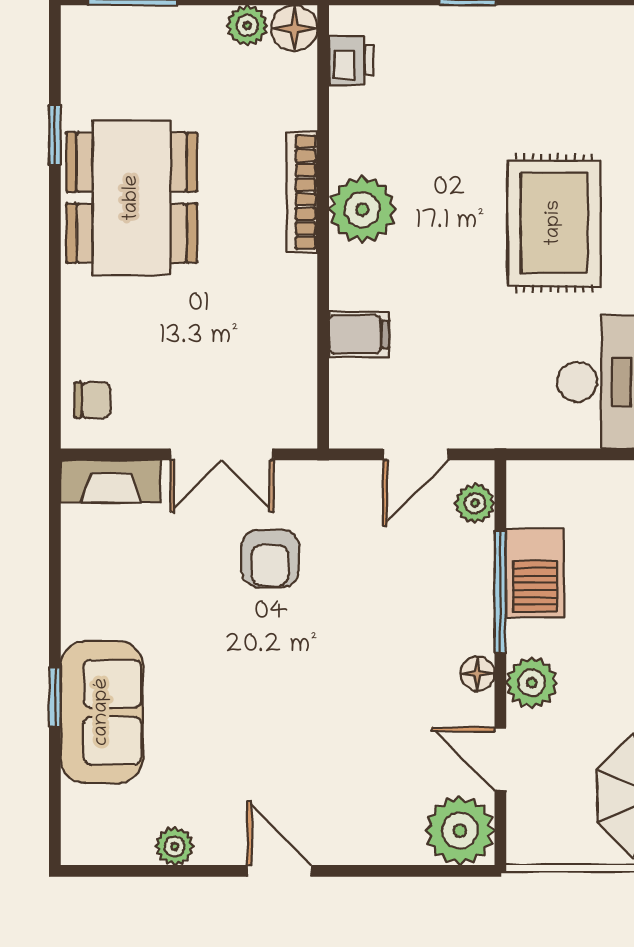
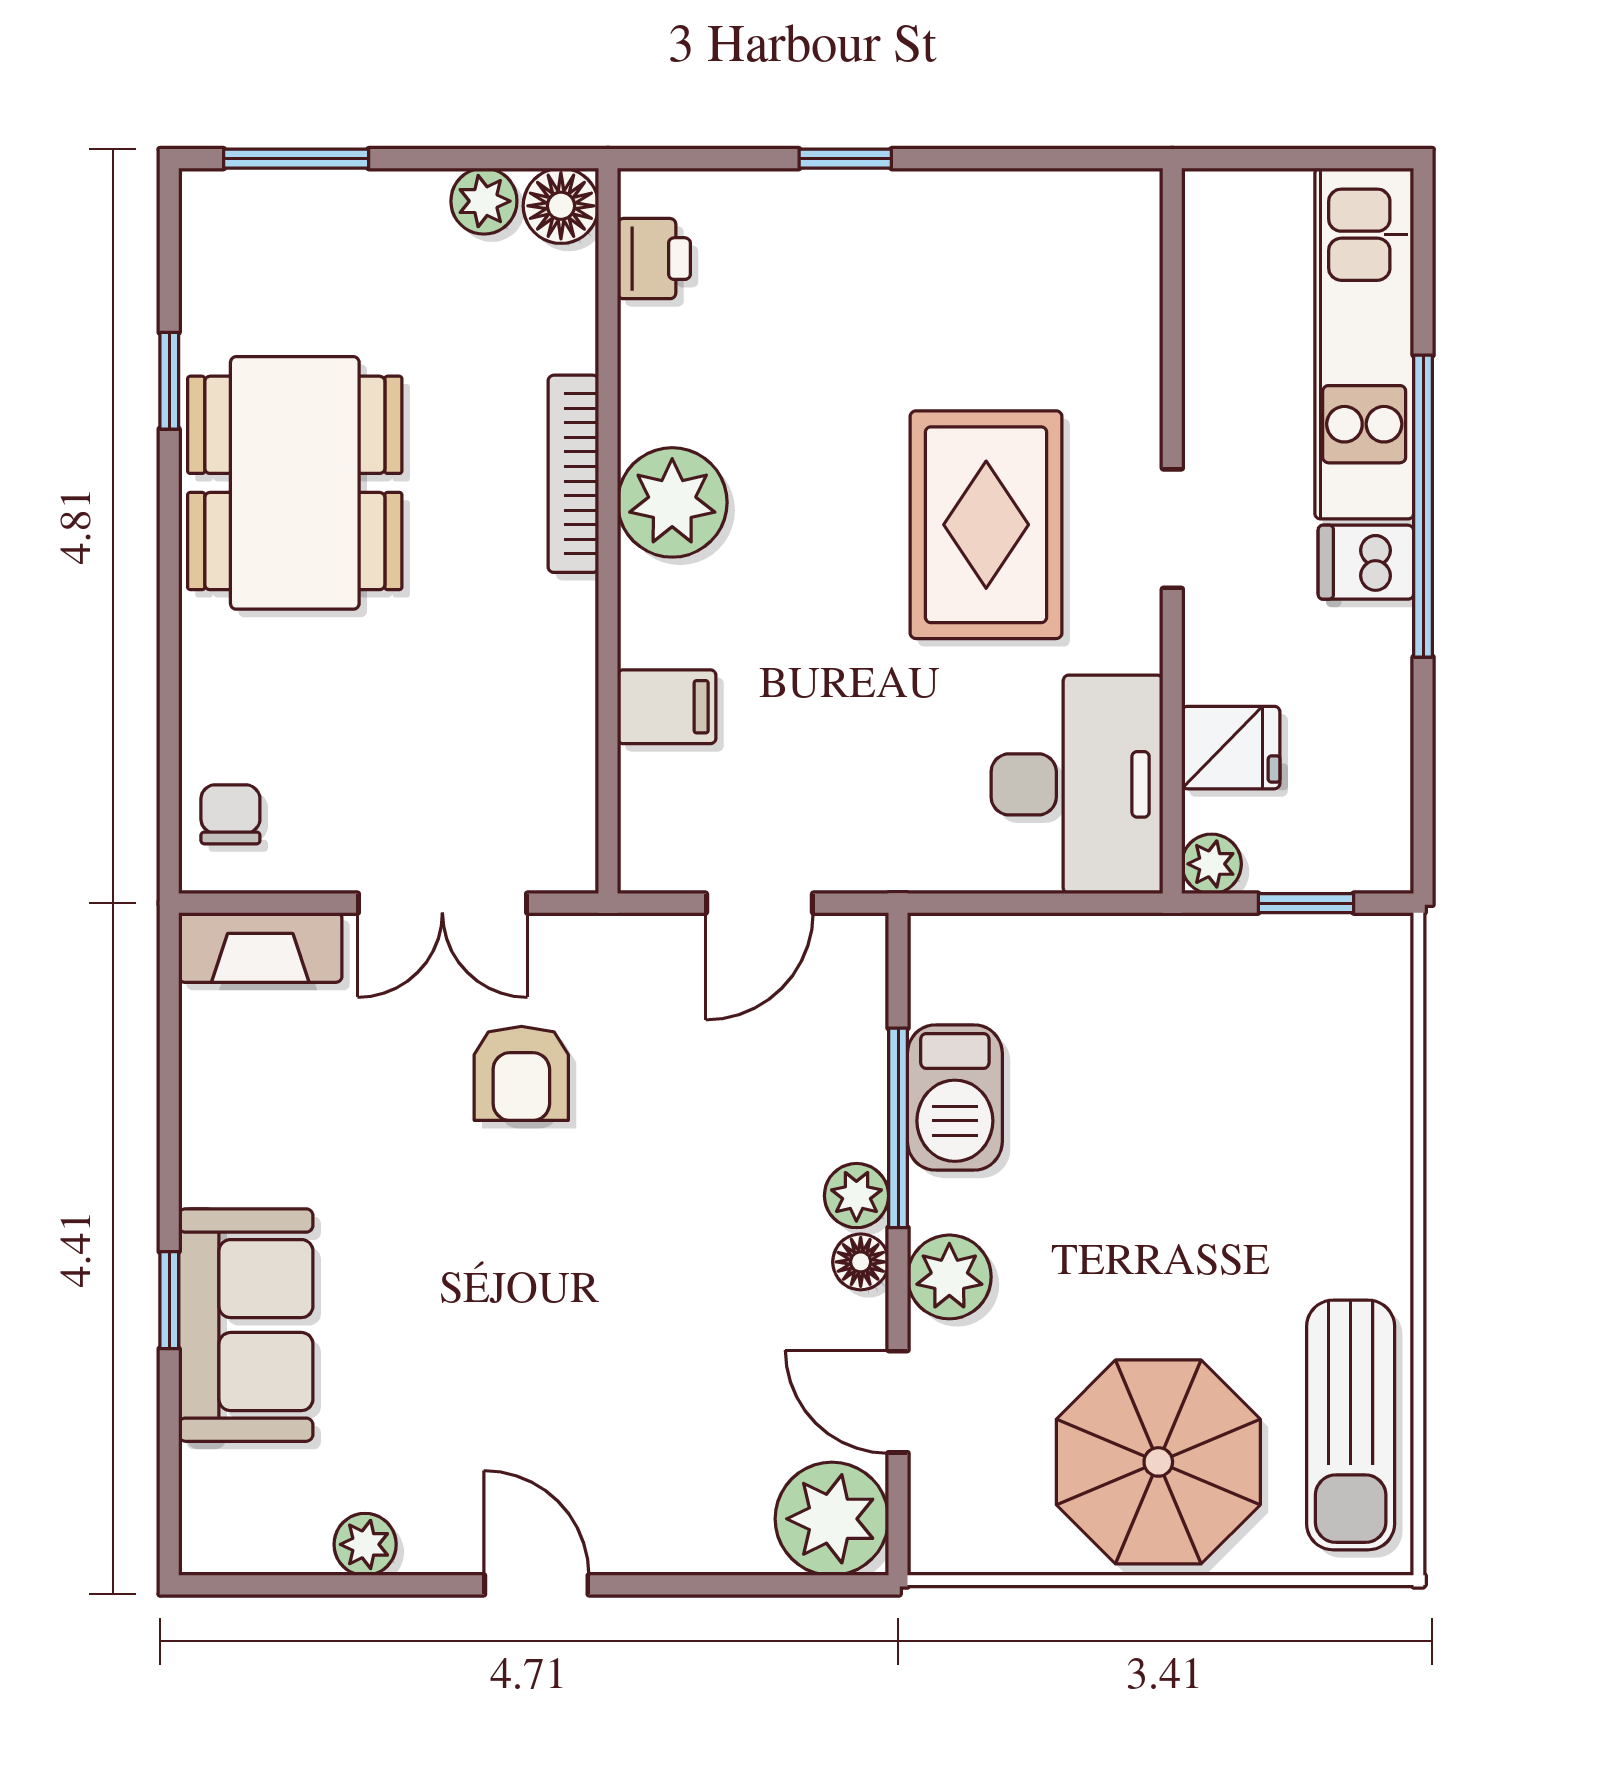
chair: (92, 400) -> (230, 814), turned -90
plant: (475, 503) -> (856, 1196), moved

